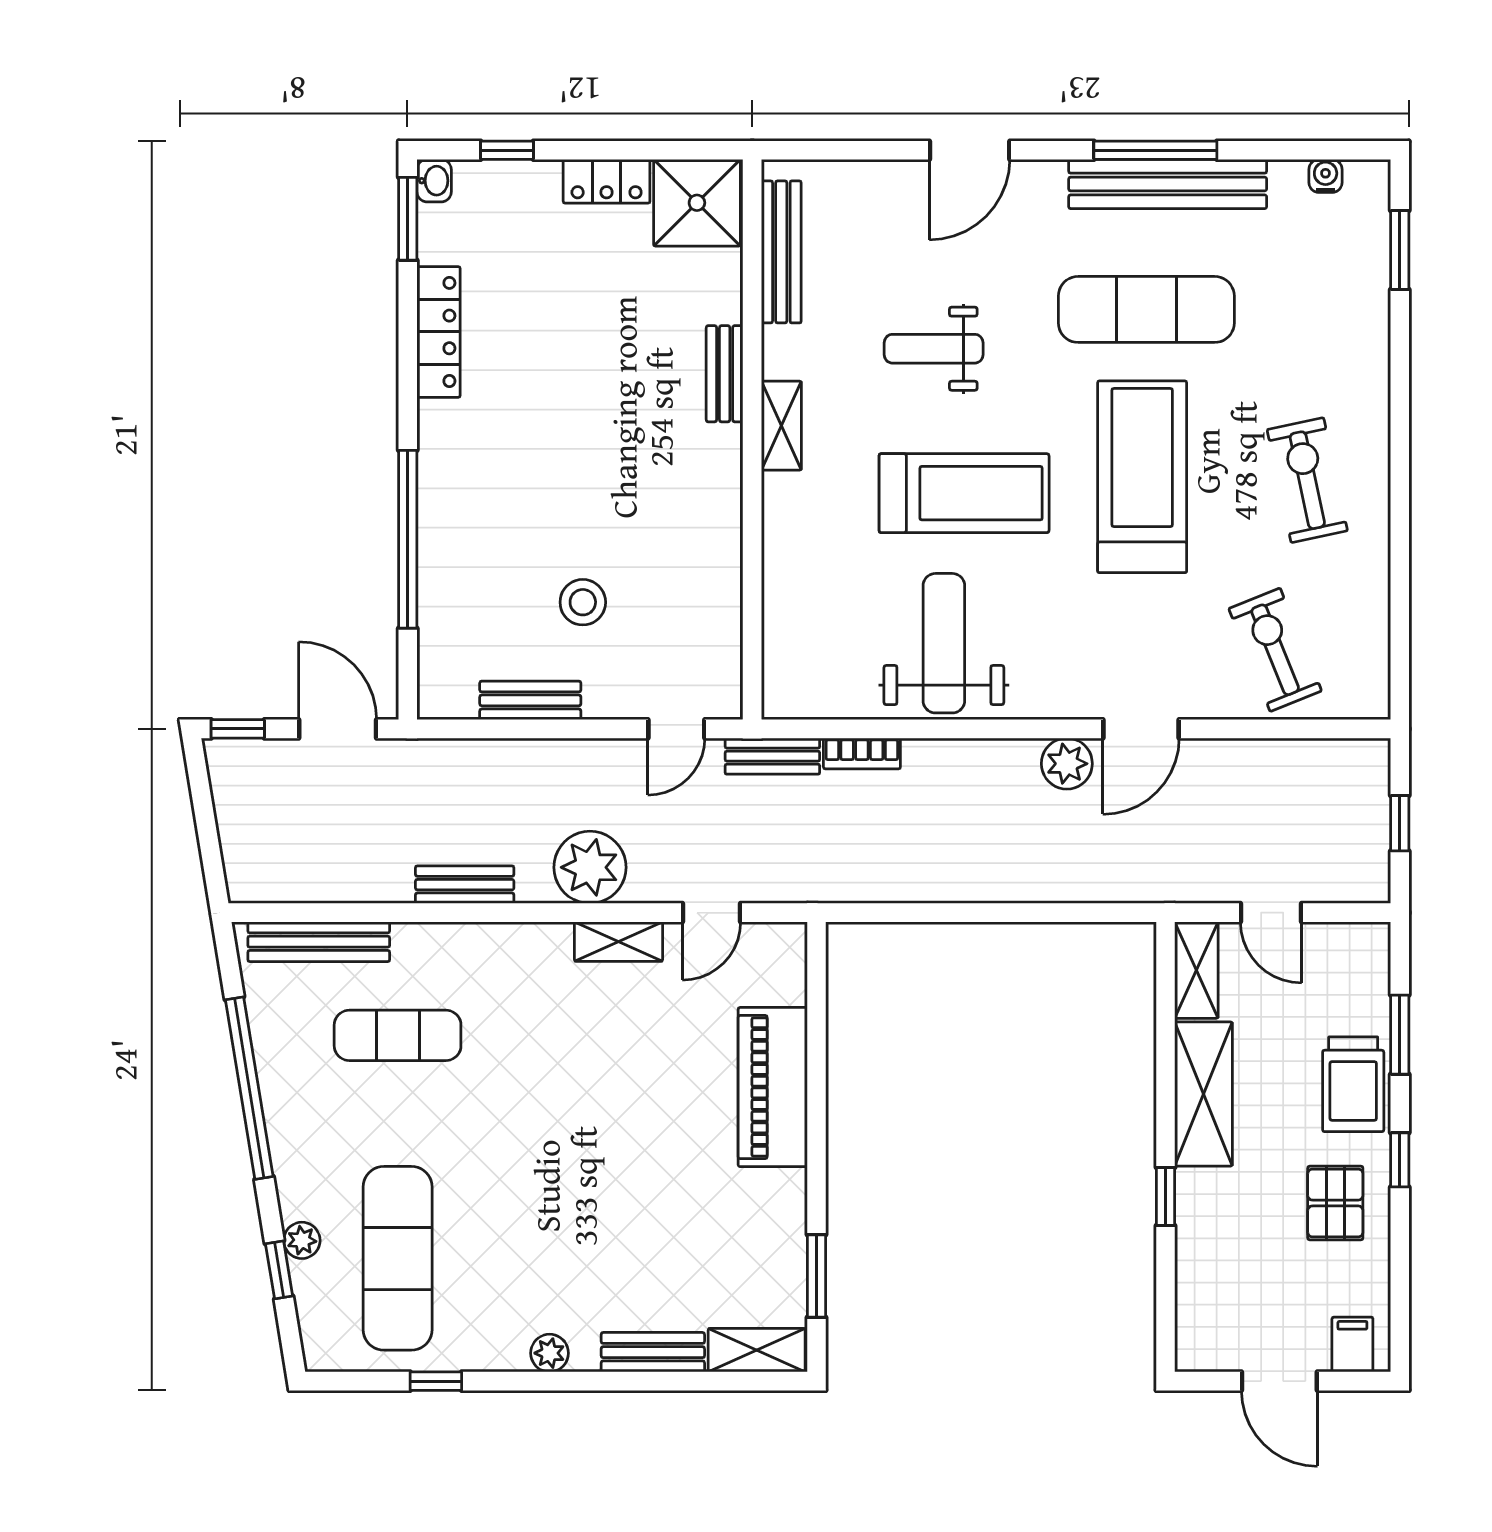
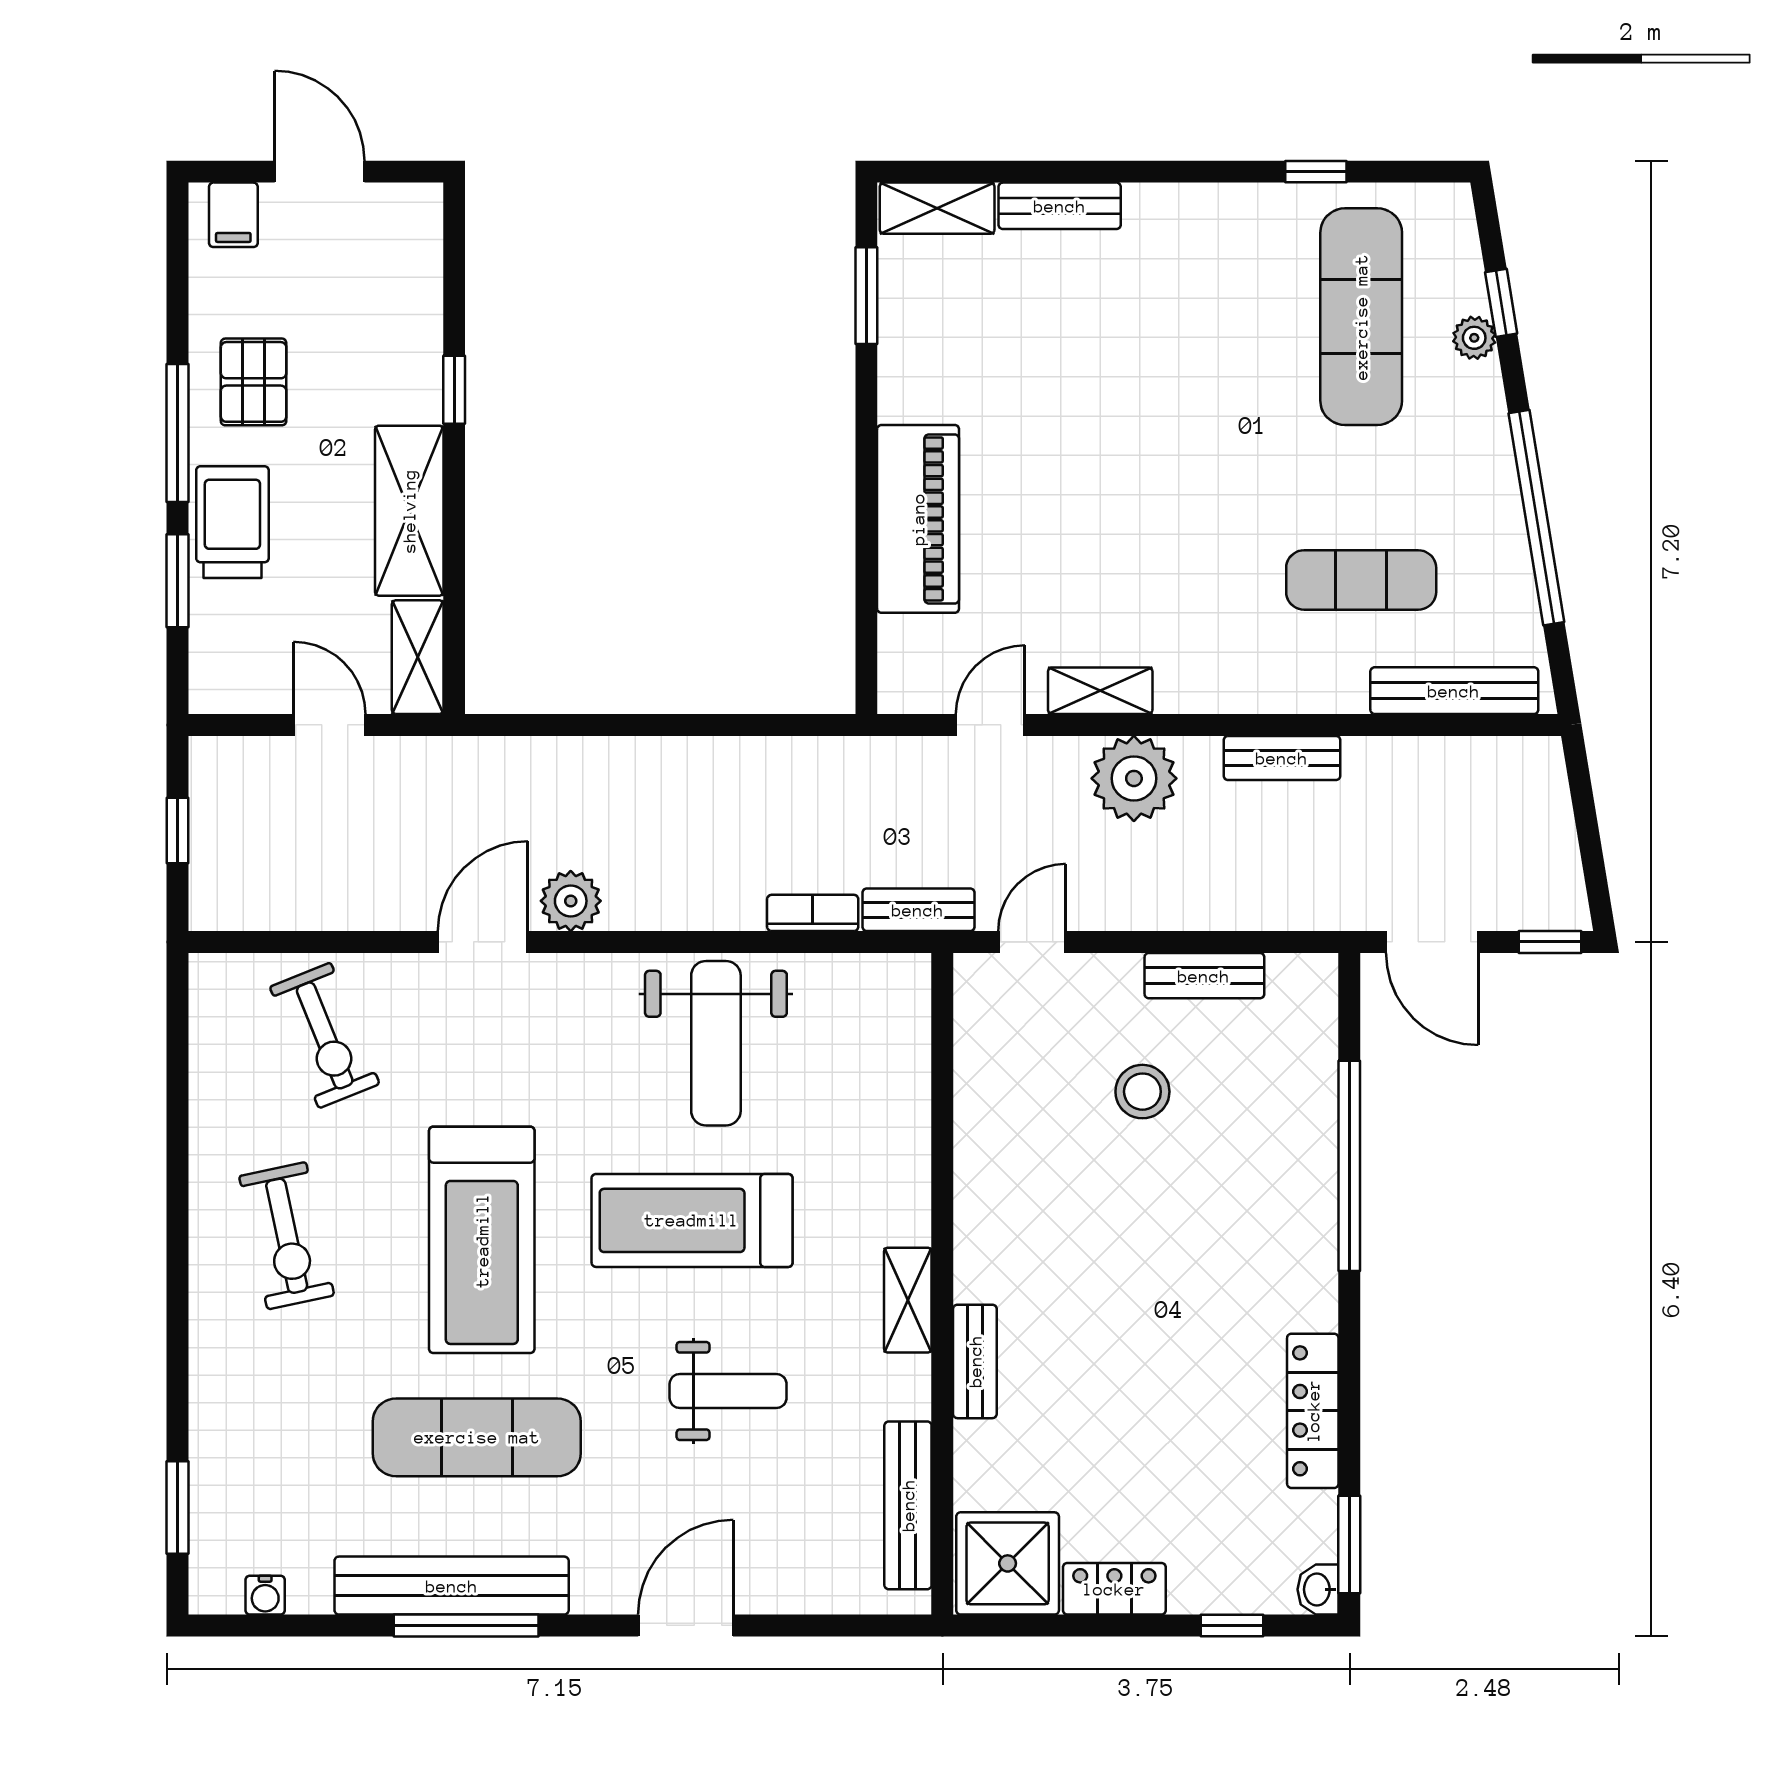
window: (1400, 1160) -> (177, 433), width x2.17
plant: (550, 1353) -> (1182, 205), removed

